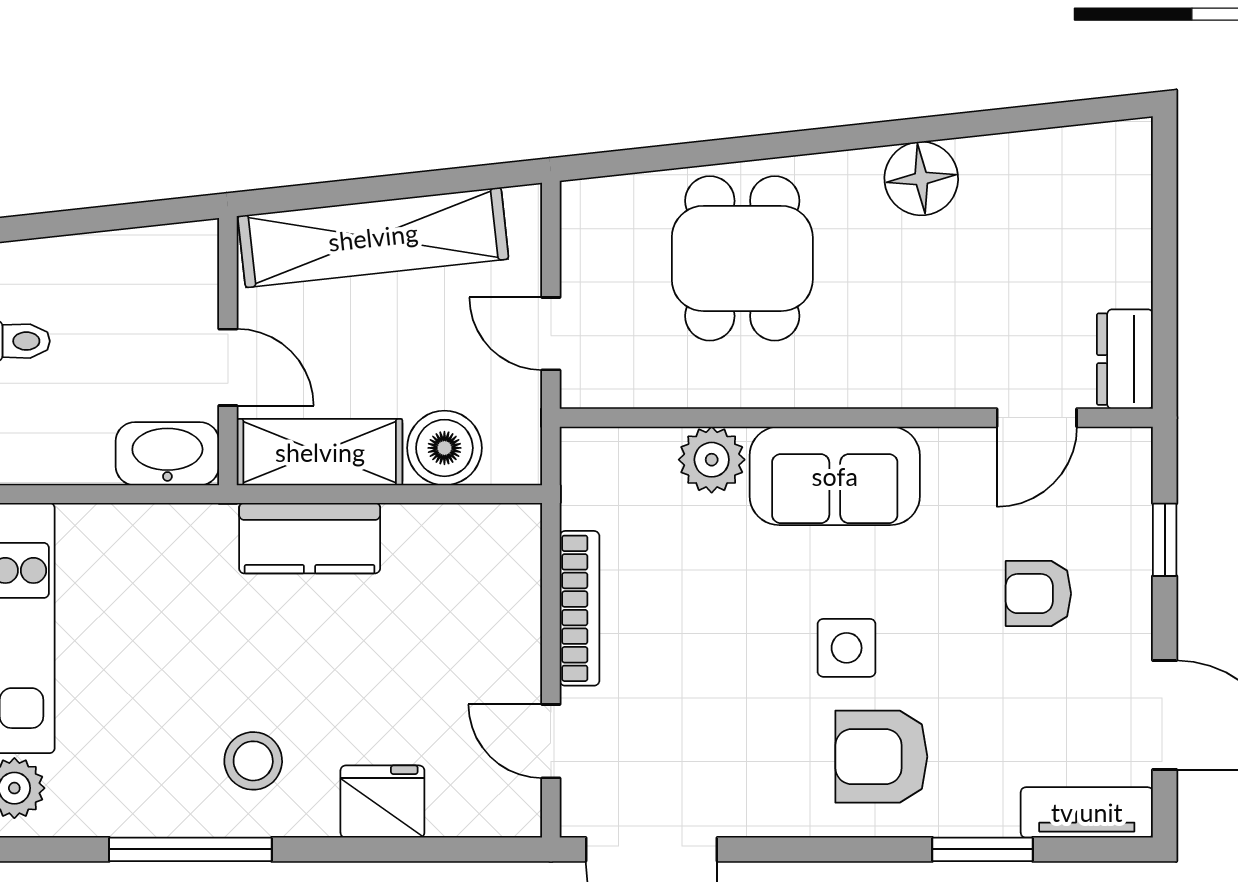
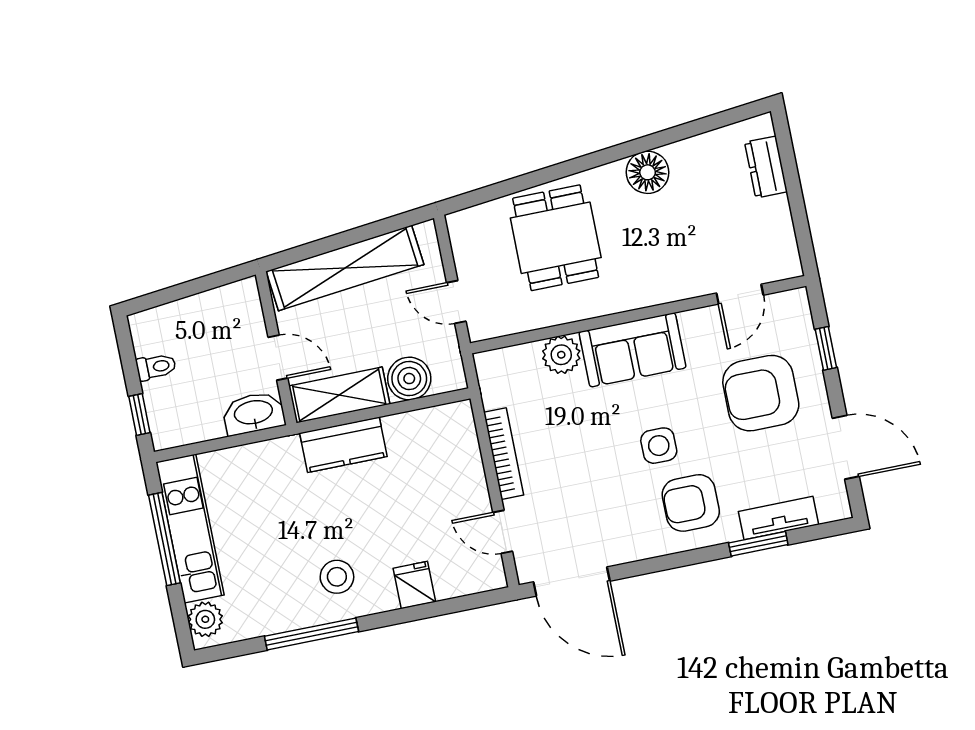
dresser: (1125, 359) -> (766, 167), moved
armchair: (1038, 594) -> (761, 393), width x1.88, depth x1.88
fridge: (382, 802) -> (414, 585), width x0.72
tv unit: (1087, 812) -> (779, 518), moved

